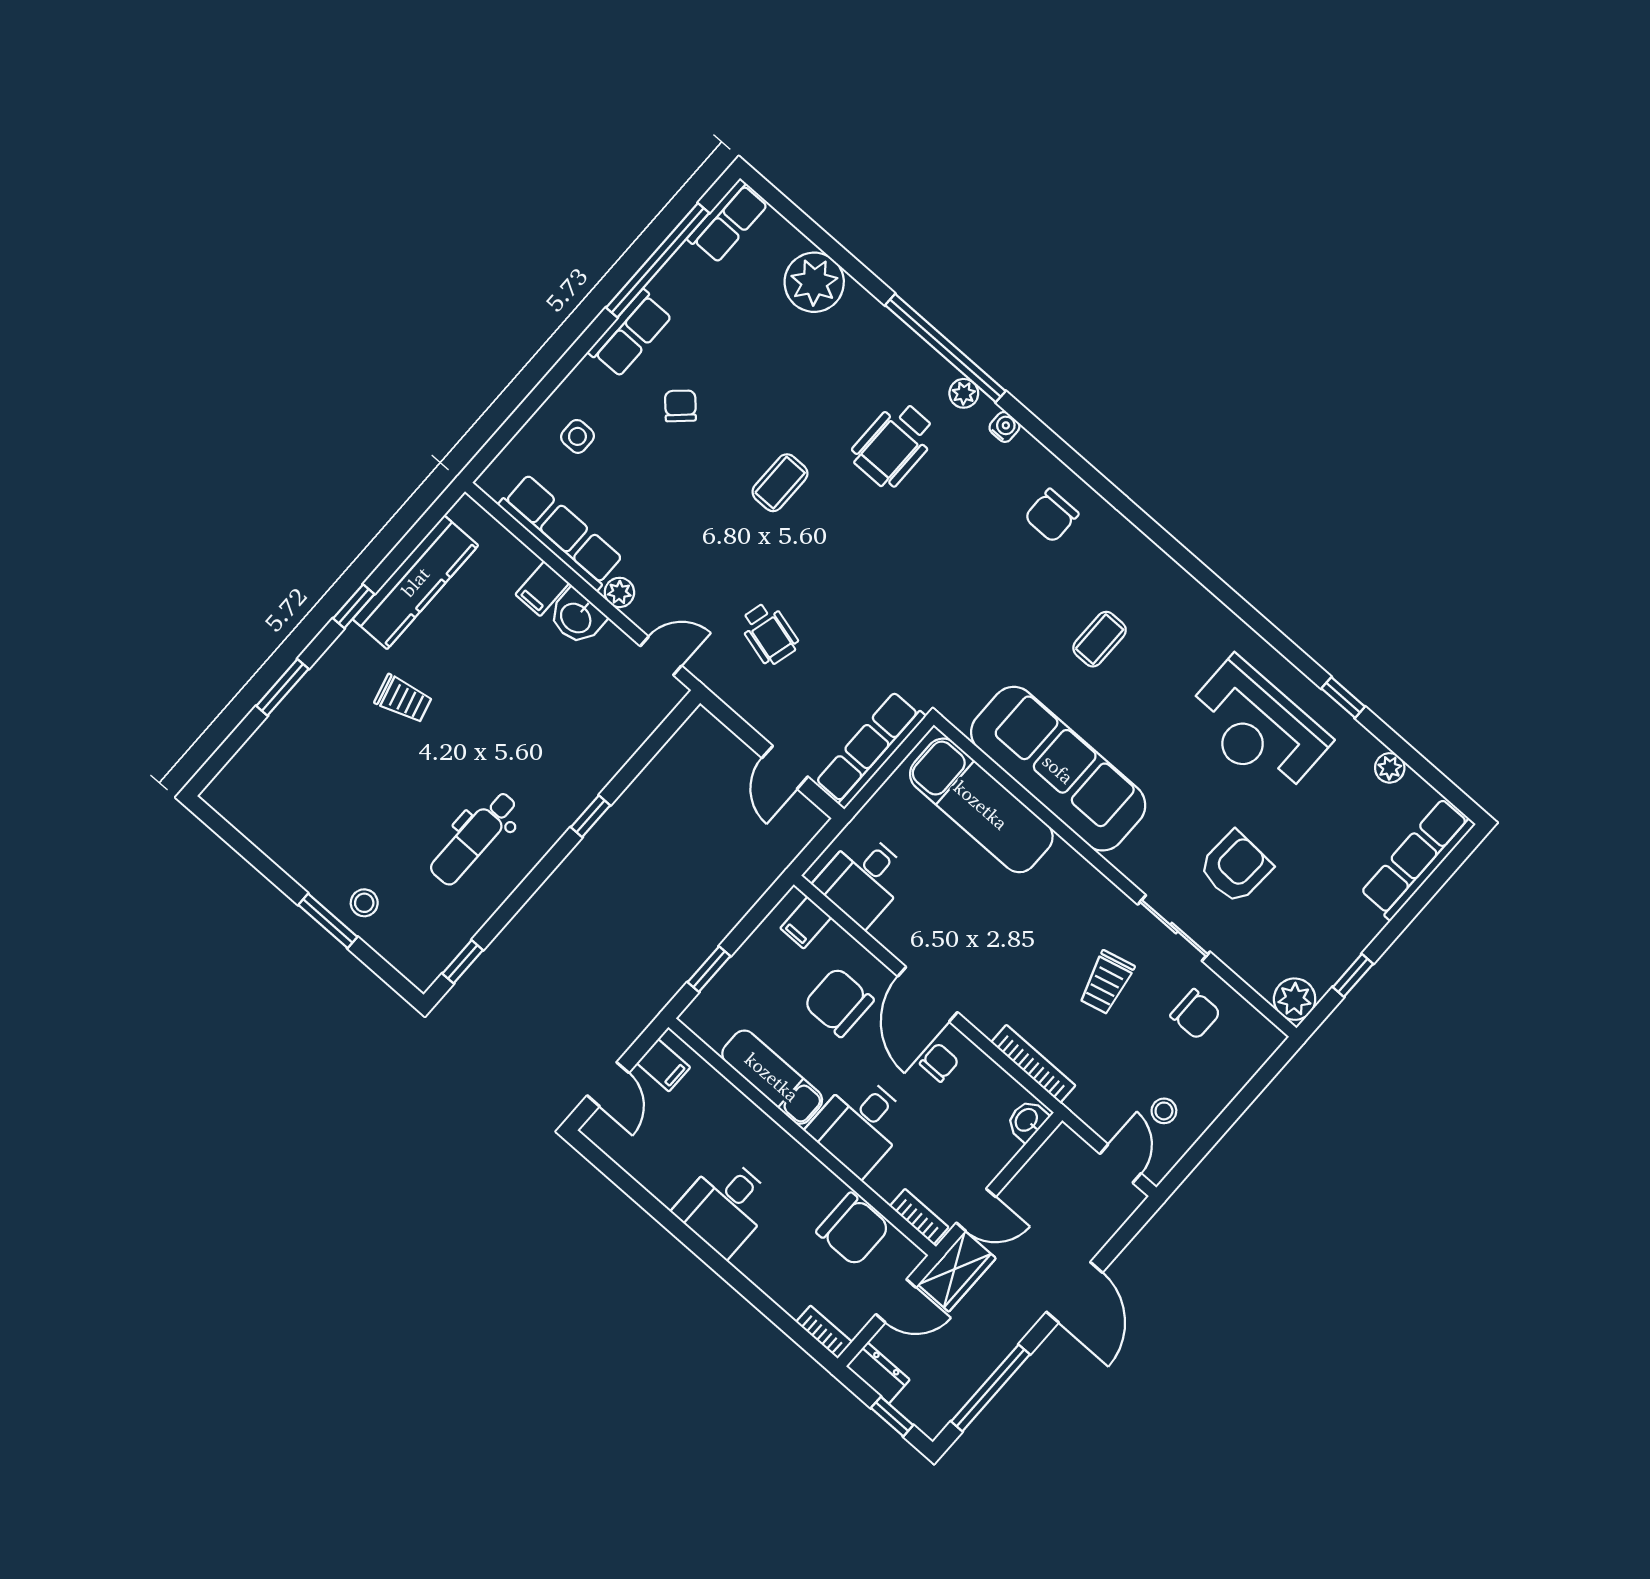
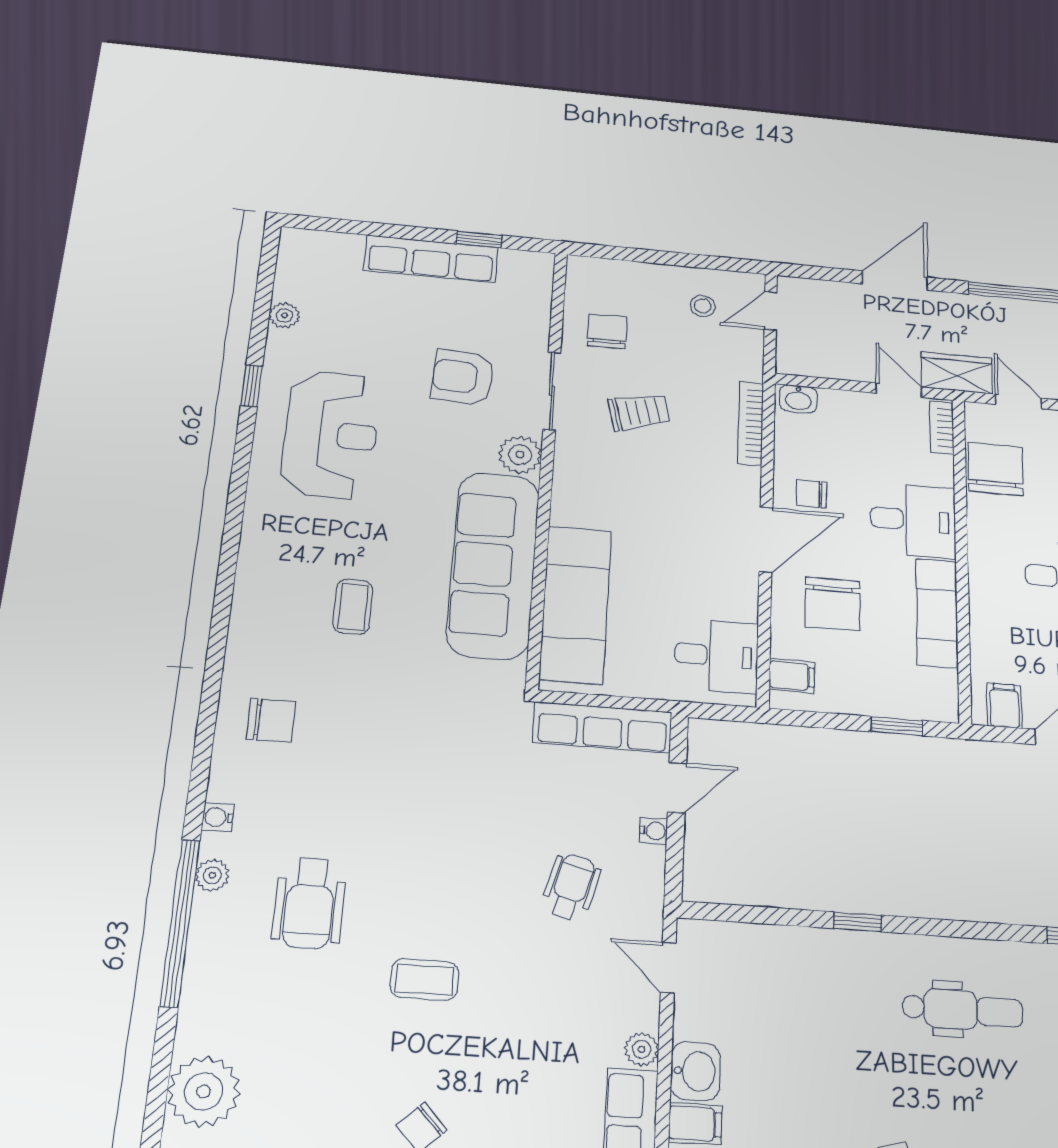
wheelchair: (894, 445) -> (309, 903), turned 90
coffee table: (1100, 639) -> (353, 607), turned 90
water cooler: (766, 724) -> (654, 831), added
row of seats: (1417, 859) -> (431, 259), moved
plant: (1295, 999) -> (520, 455), moved

